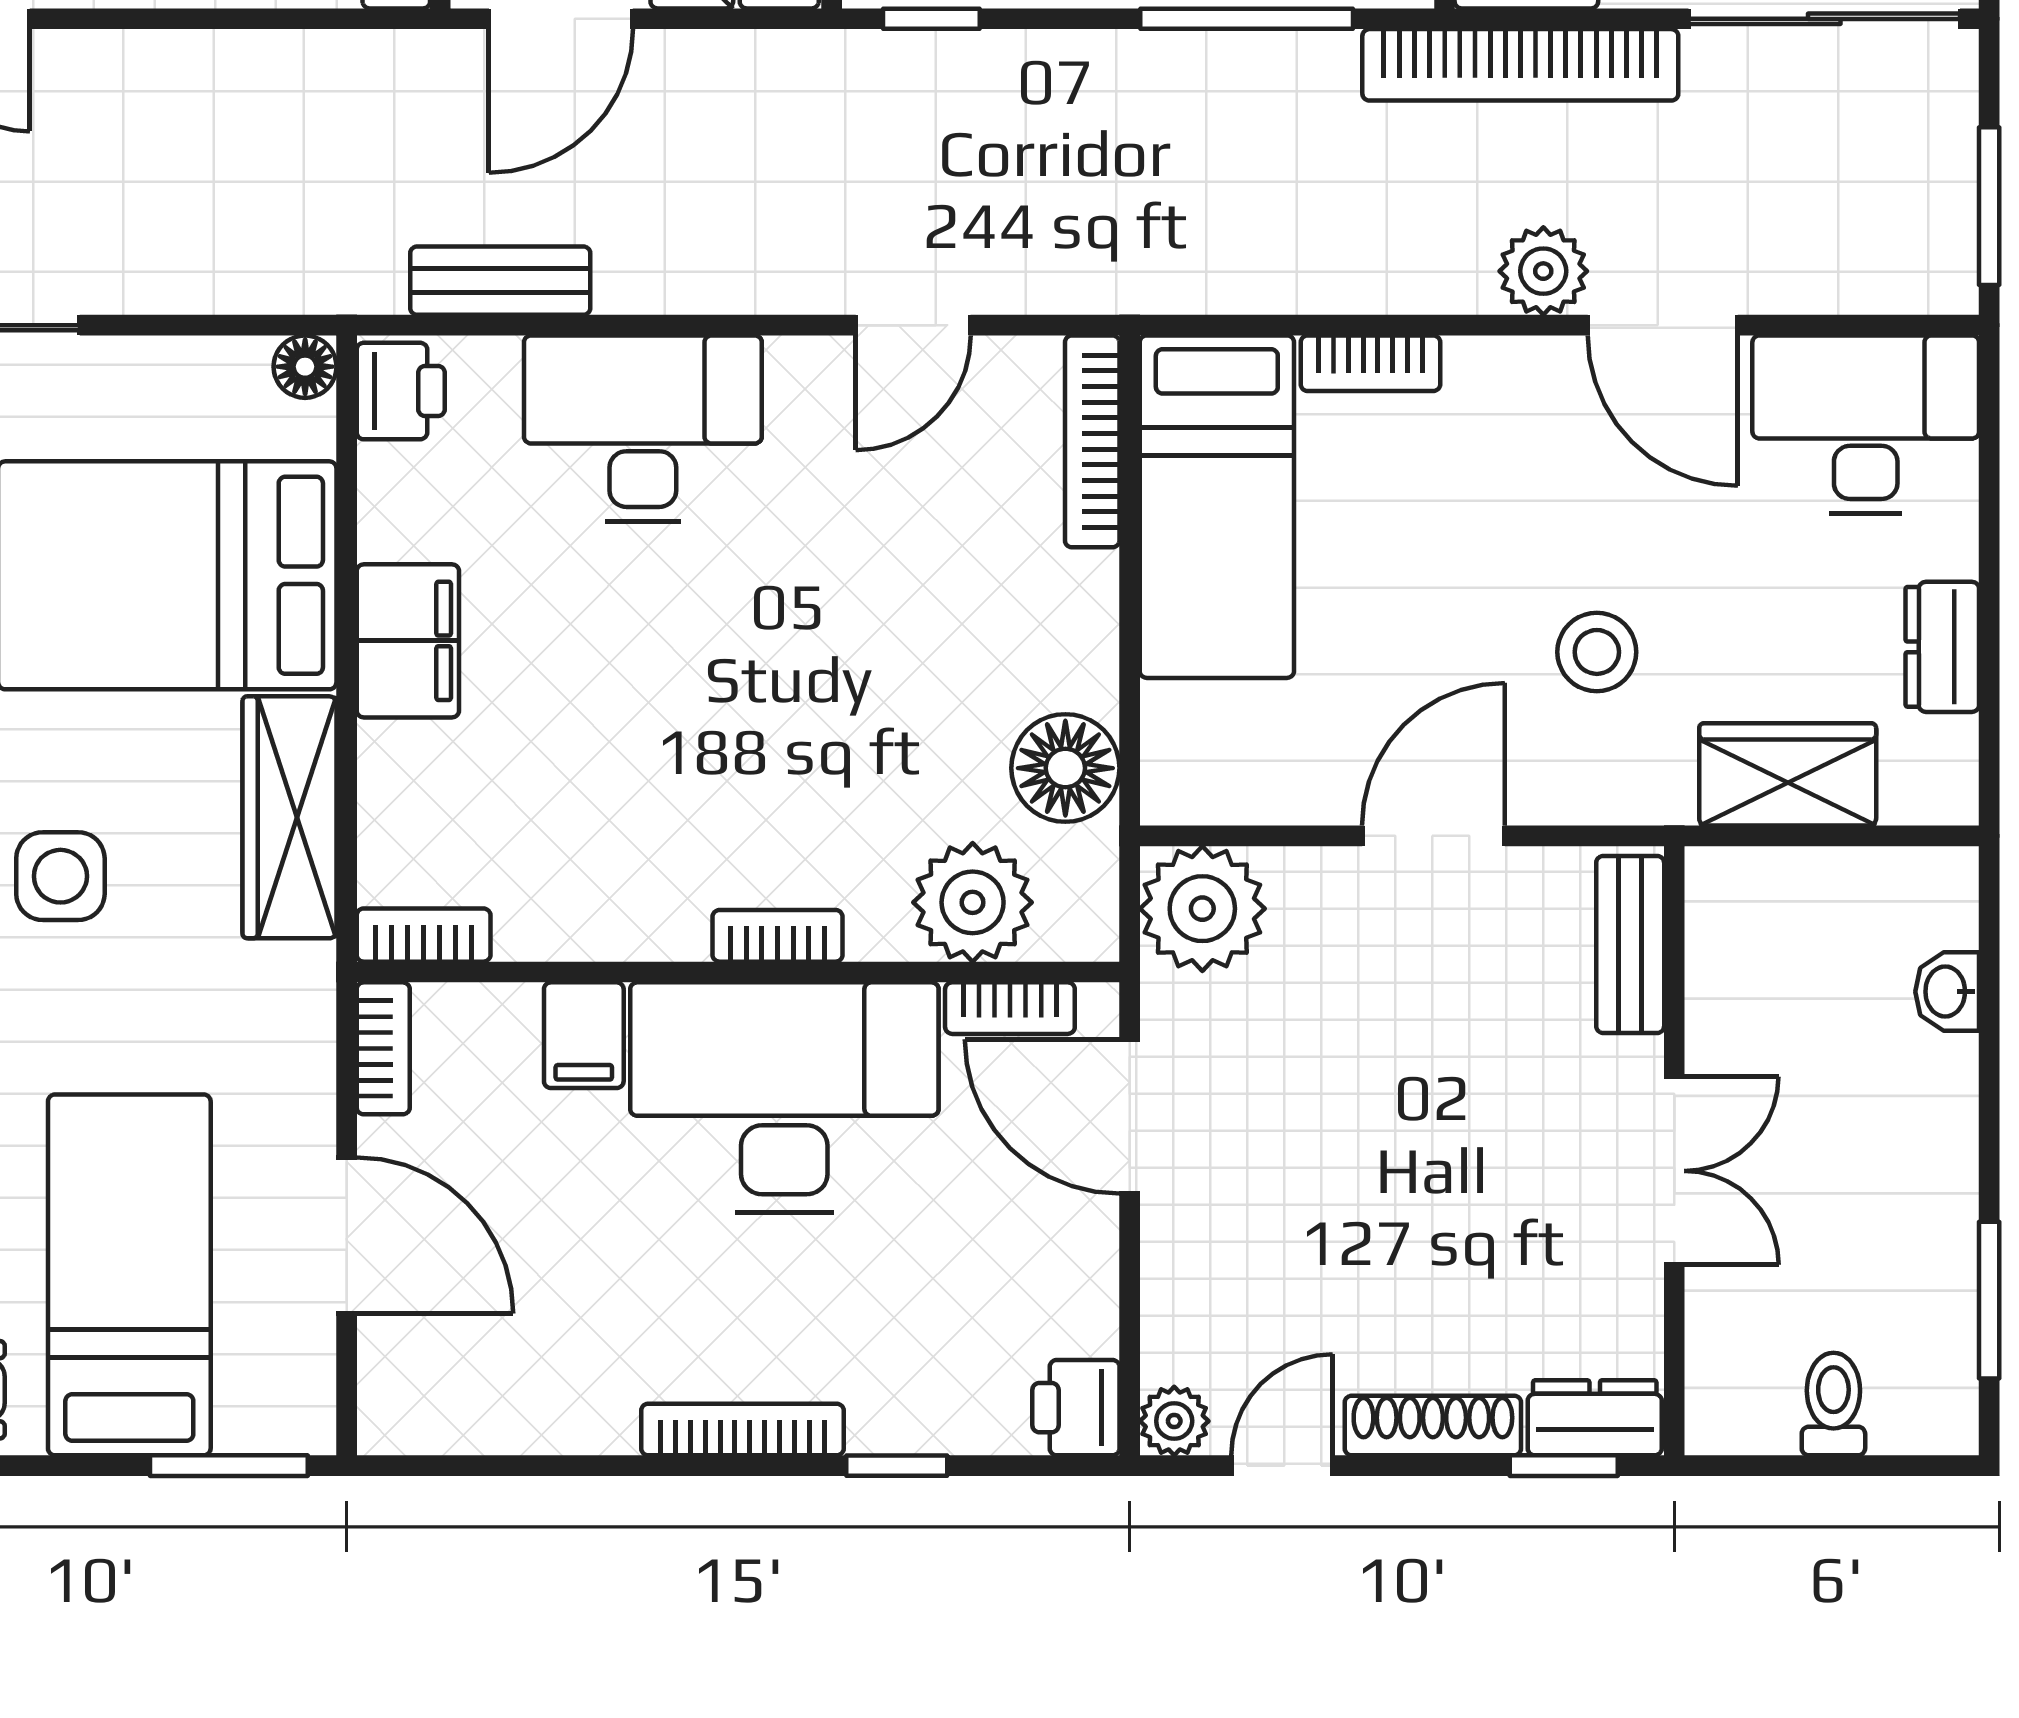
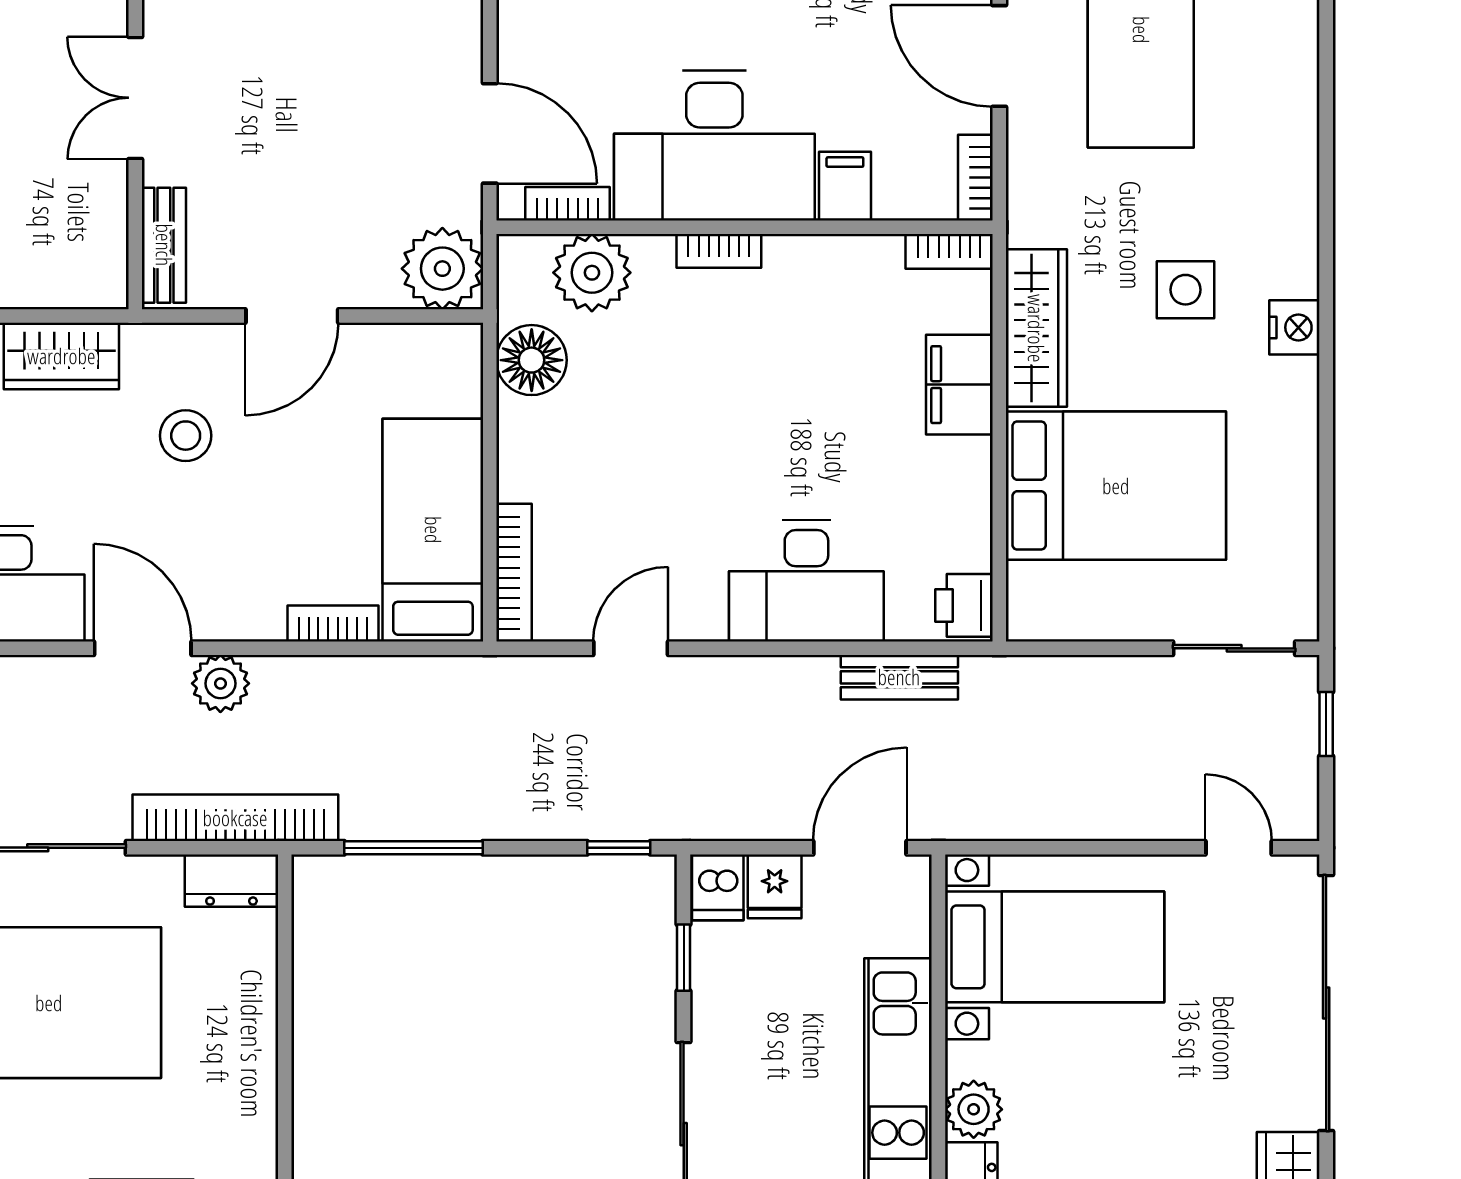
floor lamp: (305, 367) -> (1026, 621), removed
filing cabinet: (408, 641) -> (959, 385), moved

